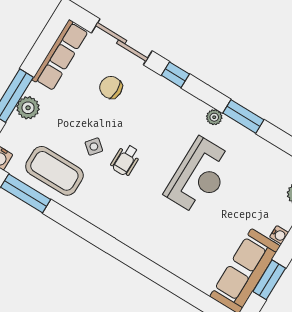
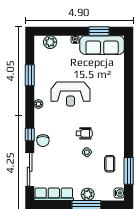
chair: (111, 87) -> (43, 141), moved
window: (243, 116) -> (30, 75), moved
coffee table: (54, 171) -> (110, 164), width x0.54, depth x0.58
reception desk: (199, 176) -> (70, 94), turned 180

